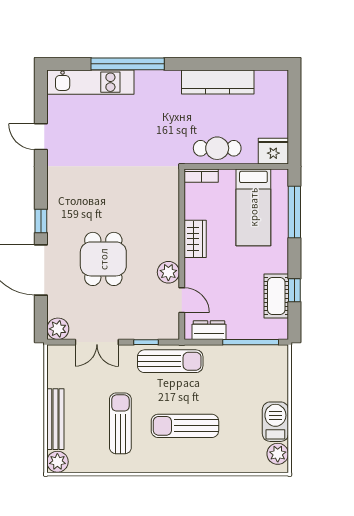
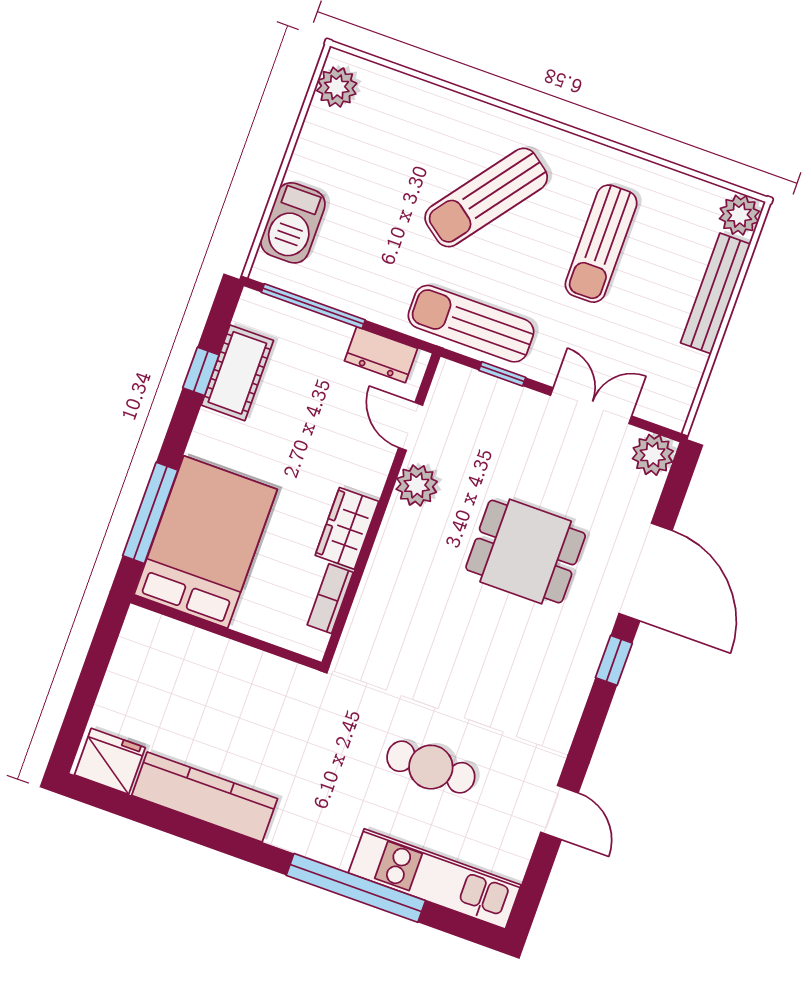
cafe table: (217, 148) -> (431, 767), moved
fridge: (273, 151) -> (110, 761), moved, turned 180
bookcase: (201, 176) -> (330, 599), moved, turned -90
bed: (253, 207) -> (206, 542), width x1.50
dining table: (103, 259) -> (526, 552), turned 90
barbecue: (275, 422) -> (293, 223), moved
sun lounger: (185, 426) -> (486, 197), turned 127

